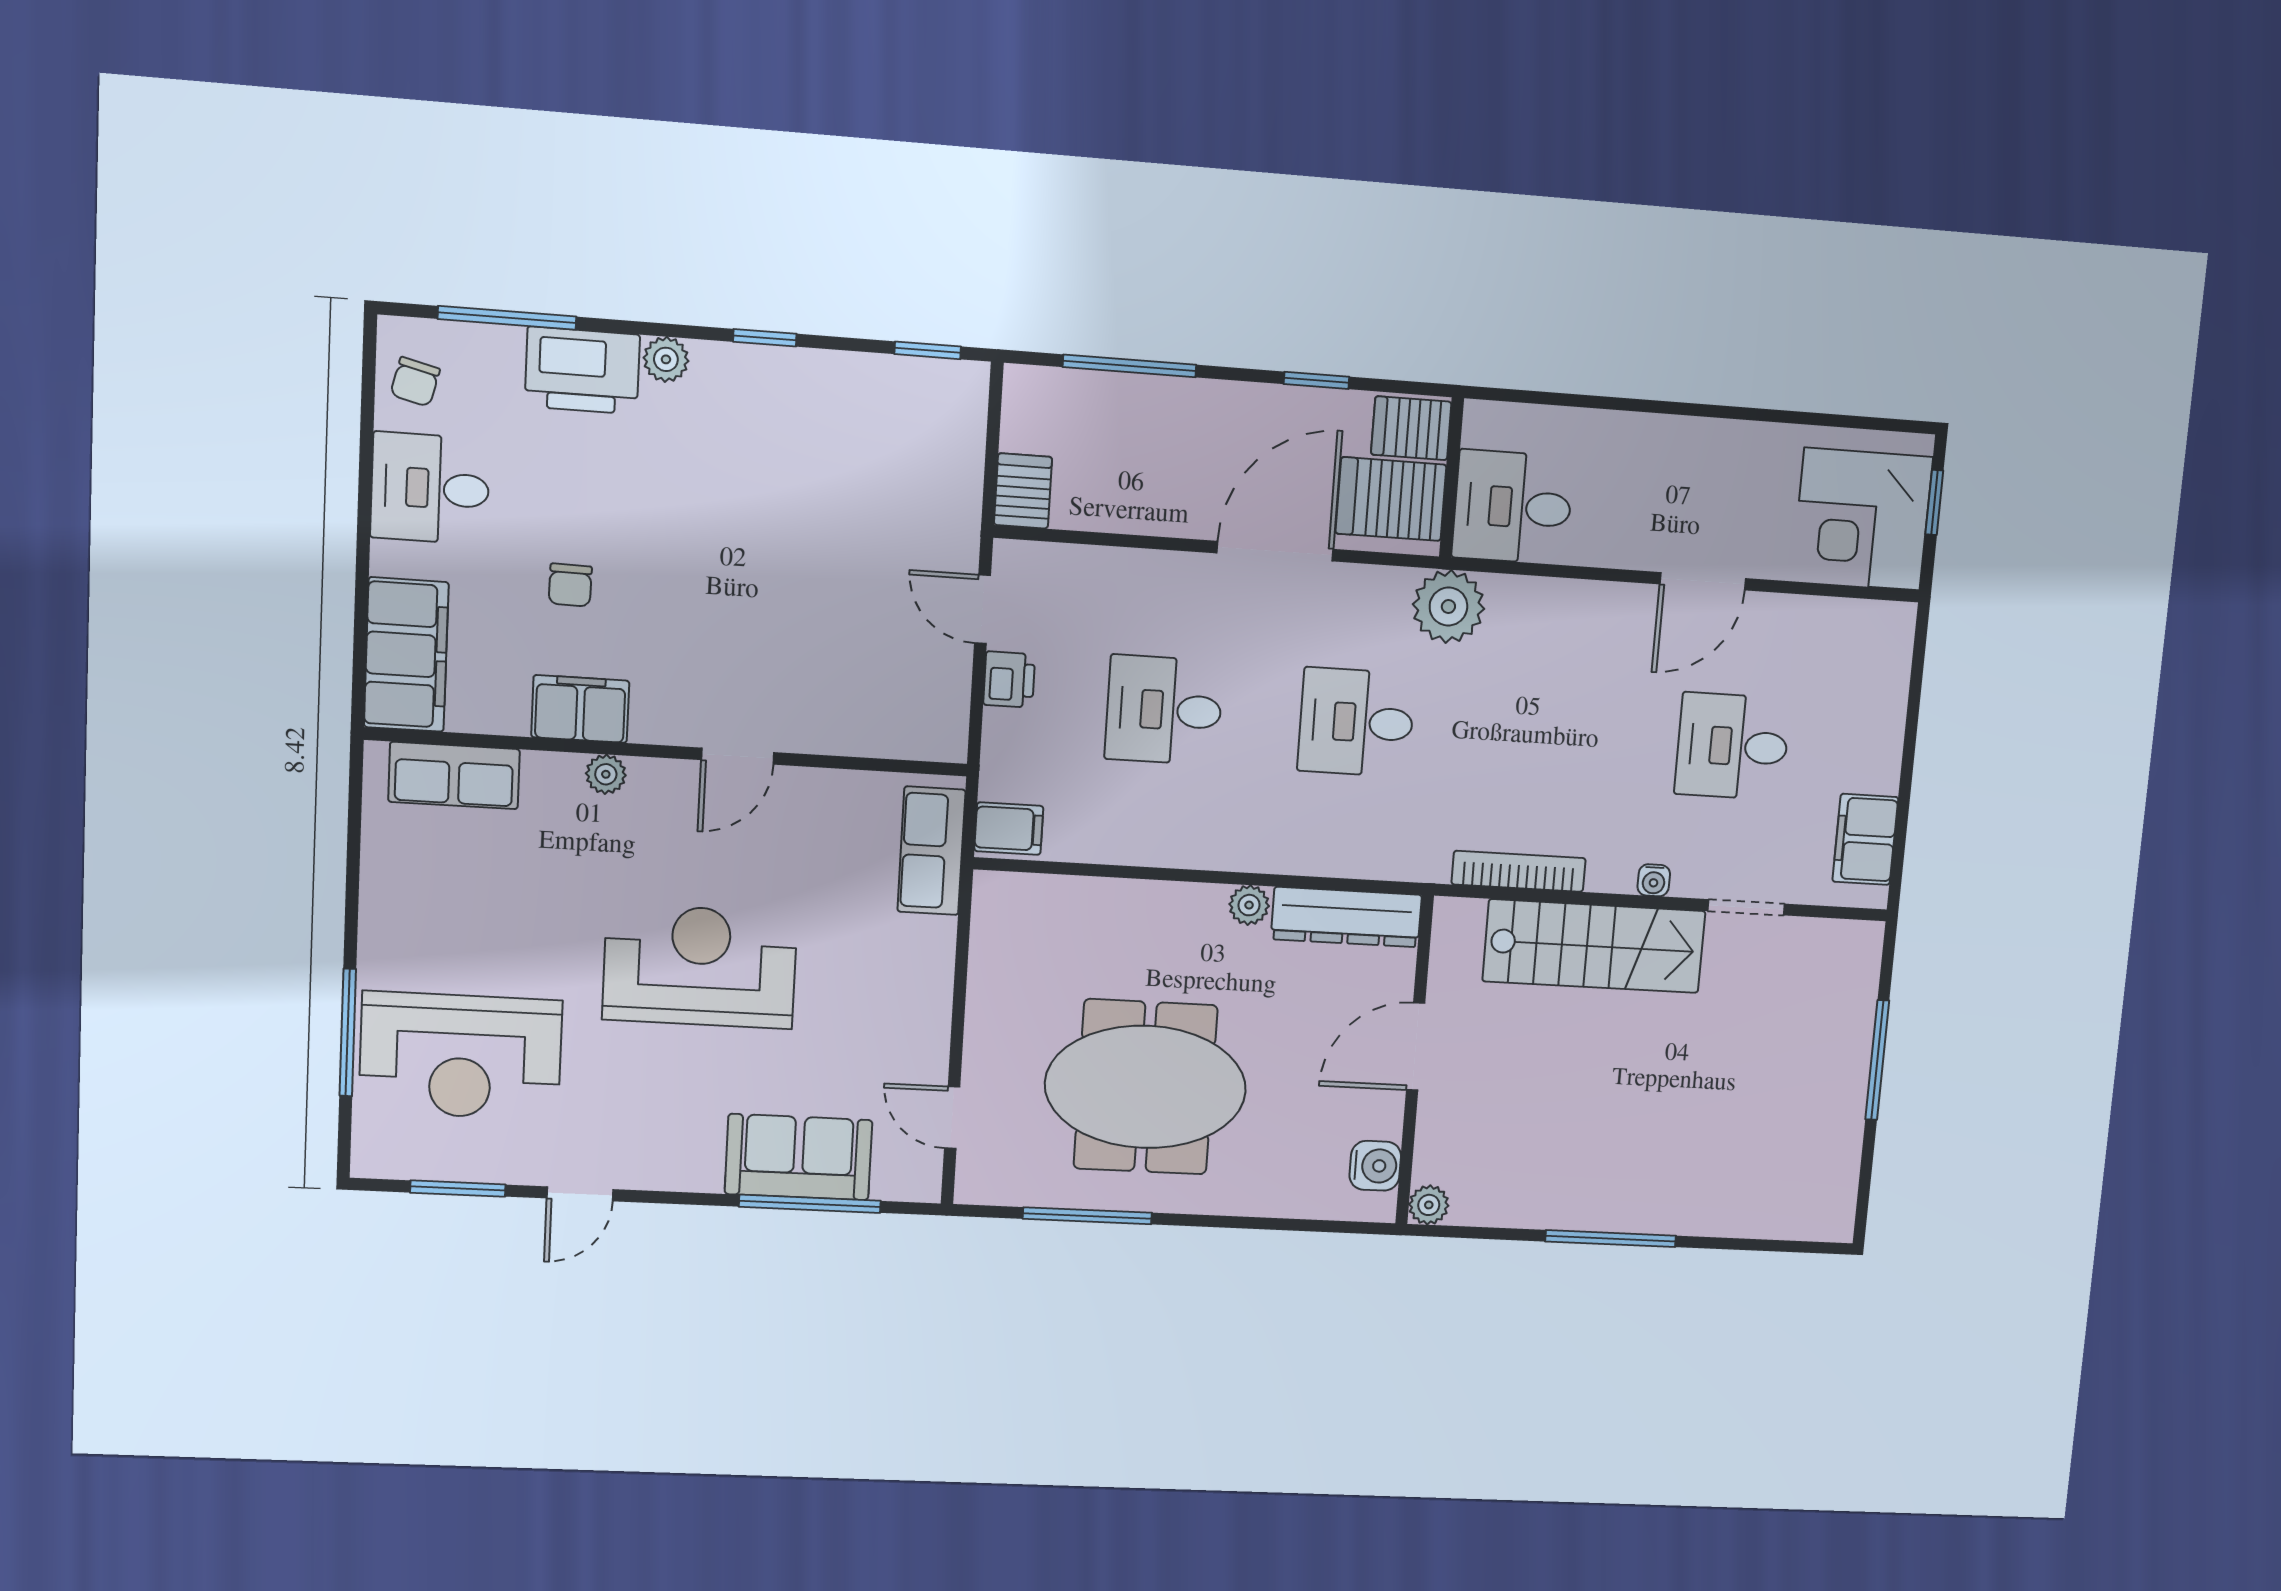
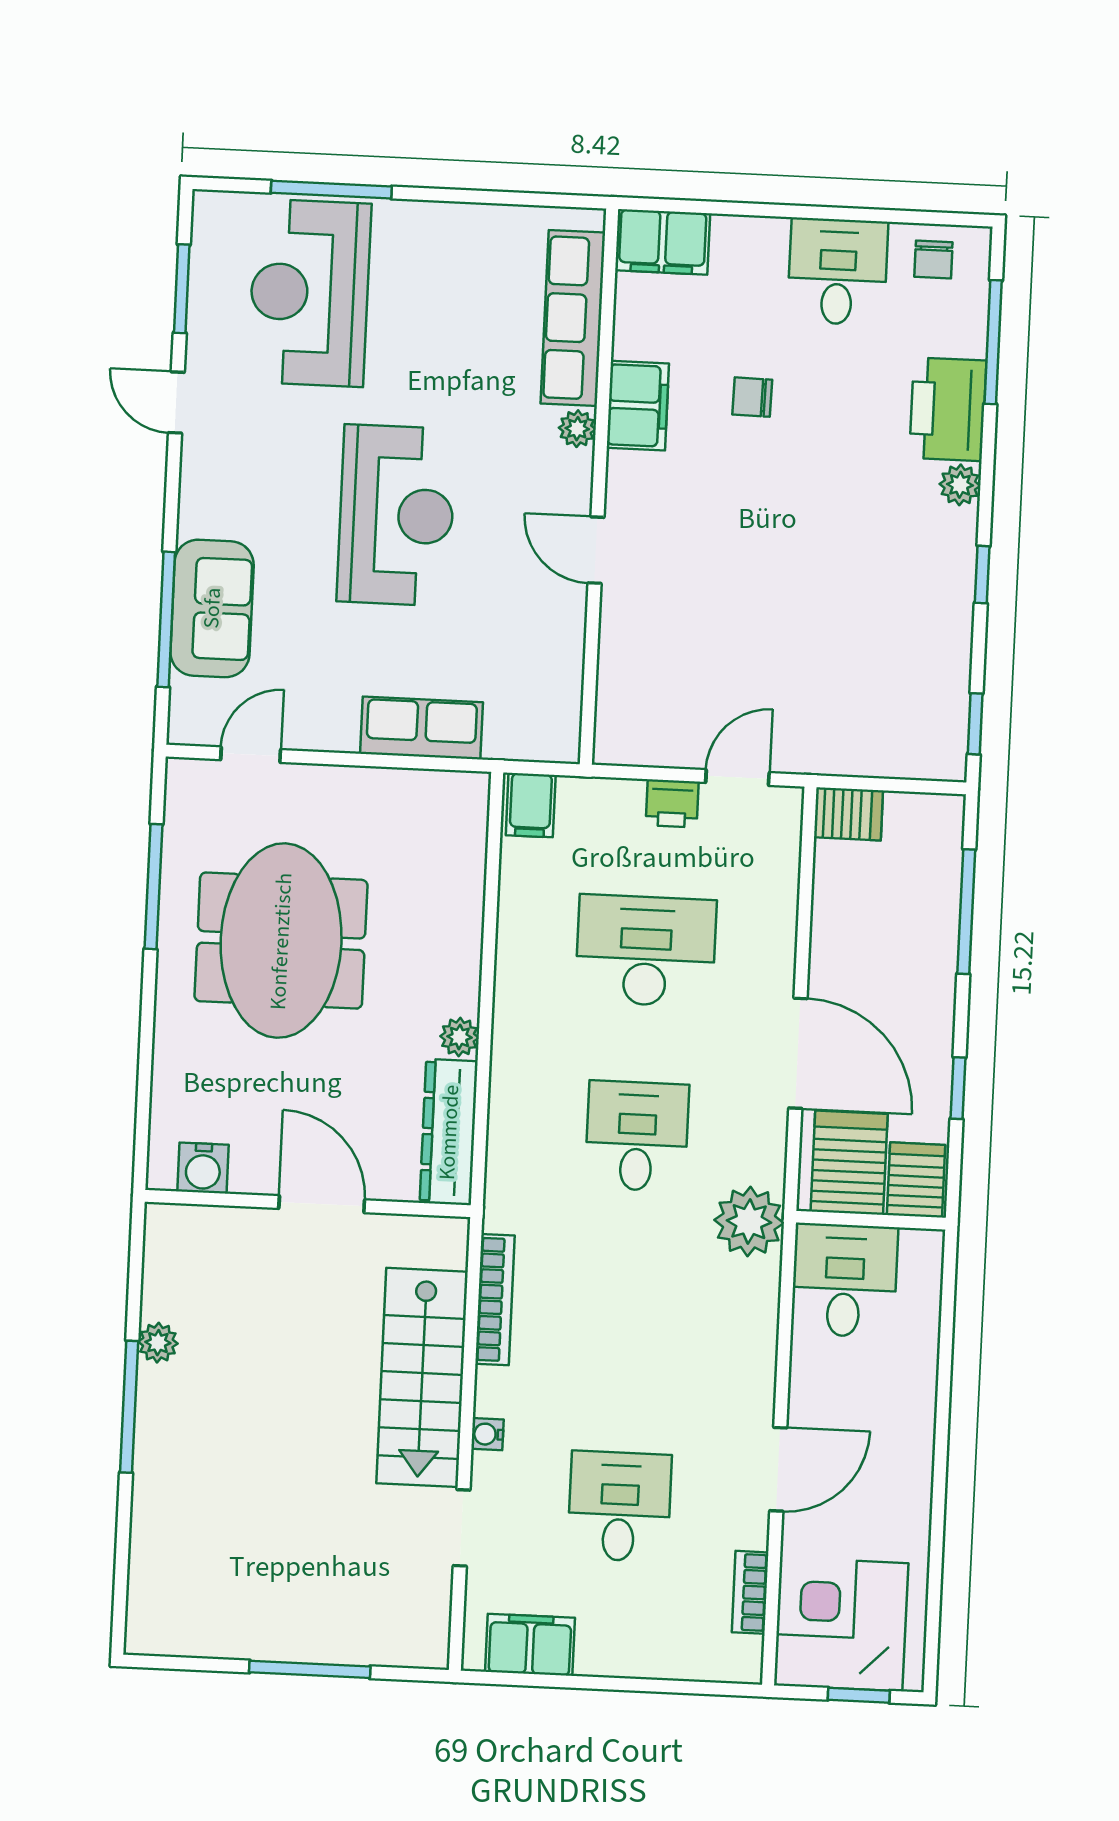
chair: (415, 382) -> (933, 260), turned -104
door: (1703, 581) -> (778, 1469), swing flipped
bookcase: (1825, 613) -> (750, 1592), added
filing cabinet: (406, 655) -> (663, 242), width x0.67, depth x0.86
desk: (1164, 710) -> (646, 951), width x1.37
row of seats: (454, 775) -> (573, 318), width x1.48
row of seats: (931, 851) -> (422, 728), moved
plant: (1429, 1205) -> (158, 1343), moved

